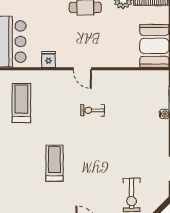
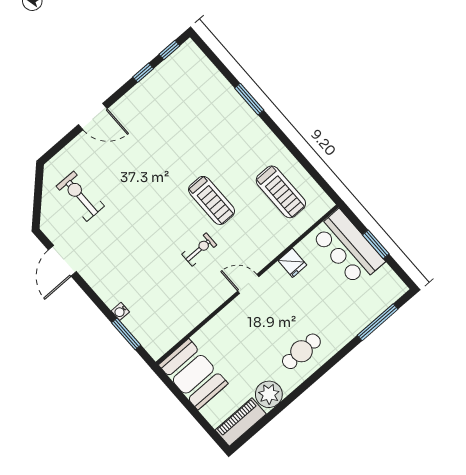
treadmill: (54, 163) -> (212, 200), moved

